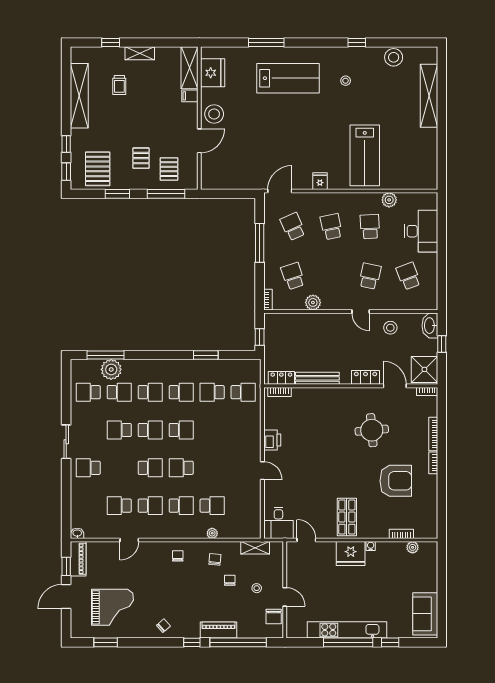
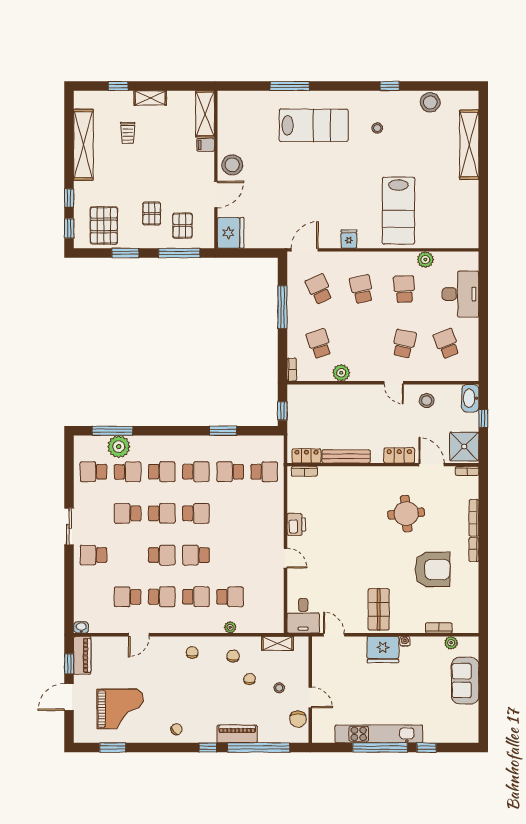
fridge: (213, 73) -> (231, 233), moved
sofa: (425, 614) -> (465, 681), moved

